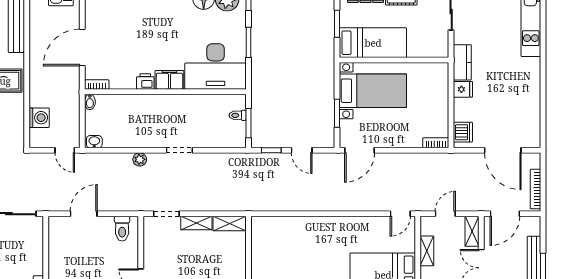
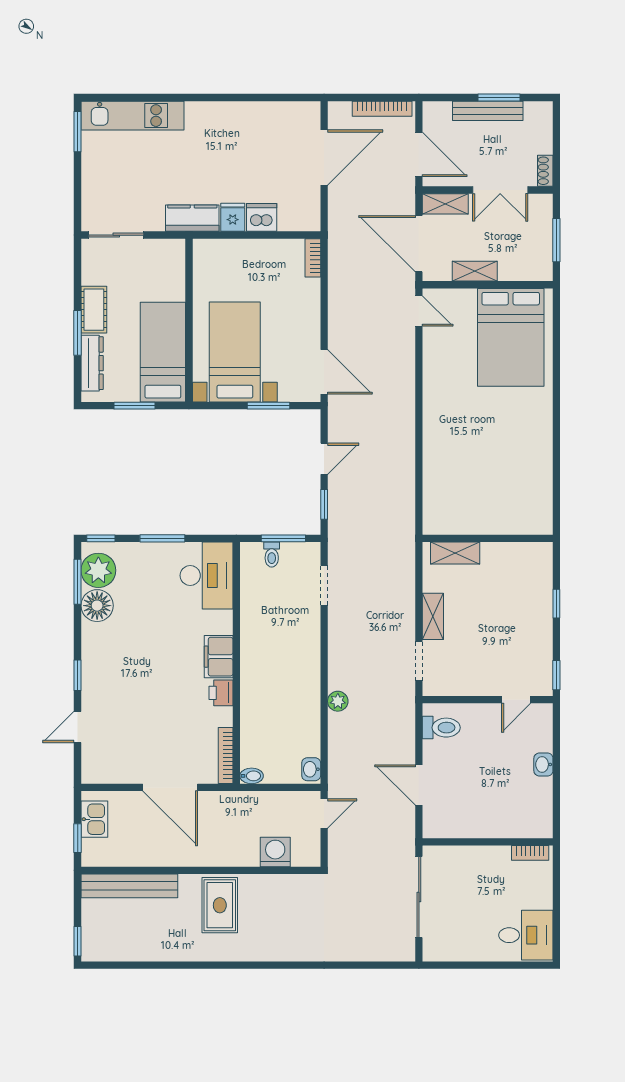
desk: (216, 67) -> (206, 575), width x0.73, depth x0.77
bookcase: (97, 85) -> (226, 755), width x1.56
dishwasher: (463, 132) -> (262, 217), moved
doorway: (179, 150) -> (324, 585), moved
door: (445, 214) -> (419, 244), width x1.88
shelving: (230, 223) -> (455, 553), moved, turned 90

